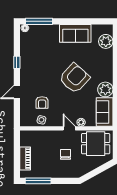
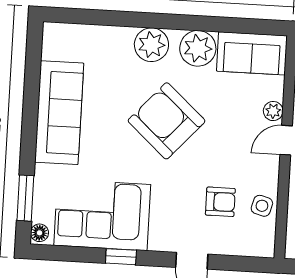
window: (39, 21) -> (25, 198), width x0.69
sofa: (75, 33) -> (59, 113), width x1.36
plant: (106, 41) -> (151, 45), moved
corner sofa: (34, 54) -> (102, 215), added

